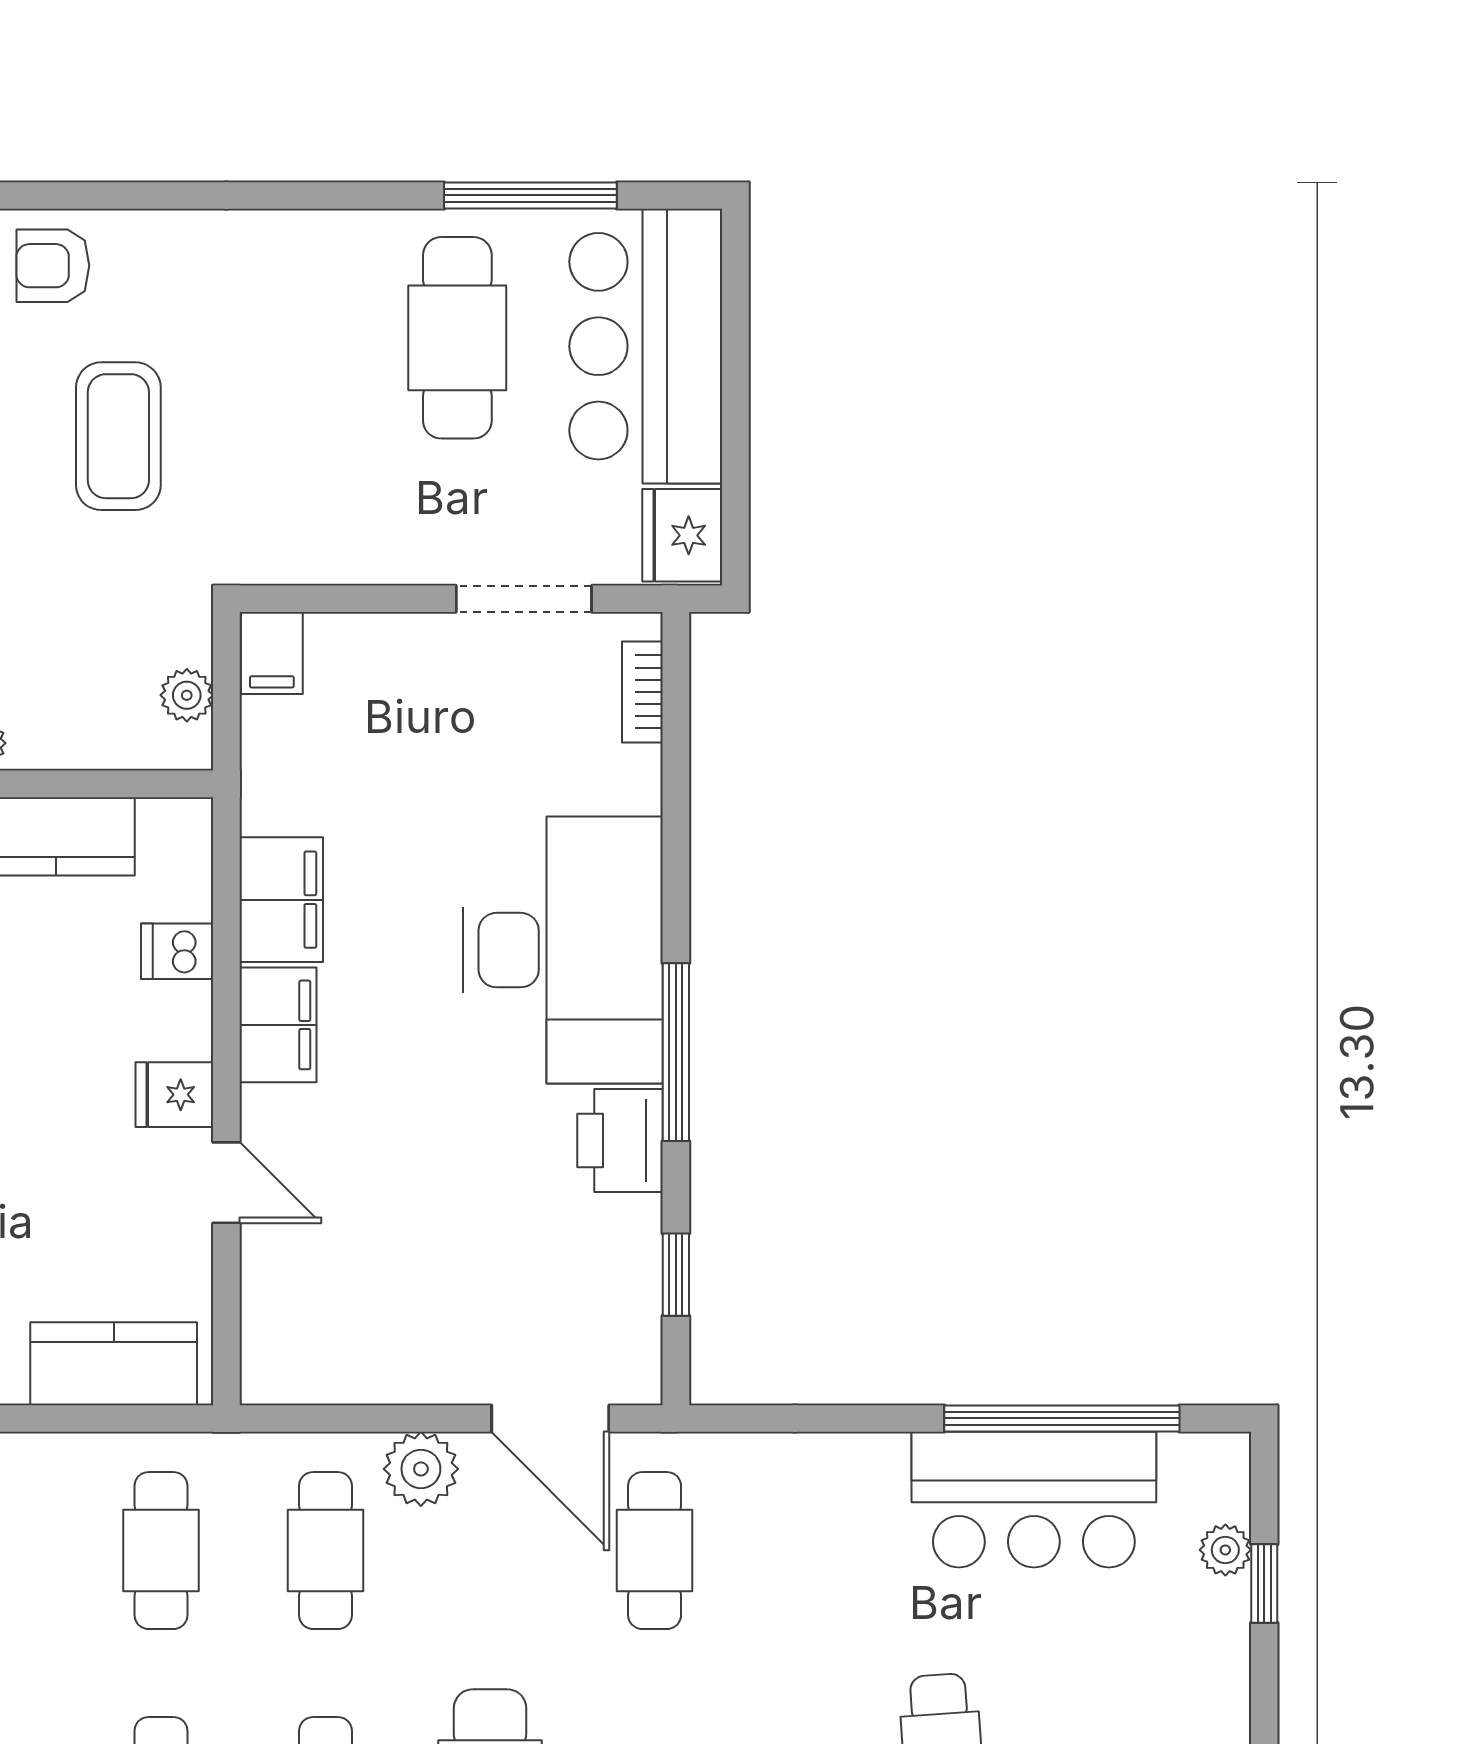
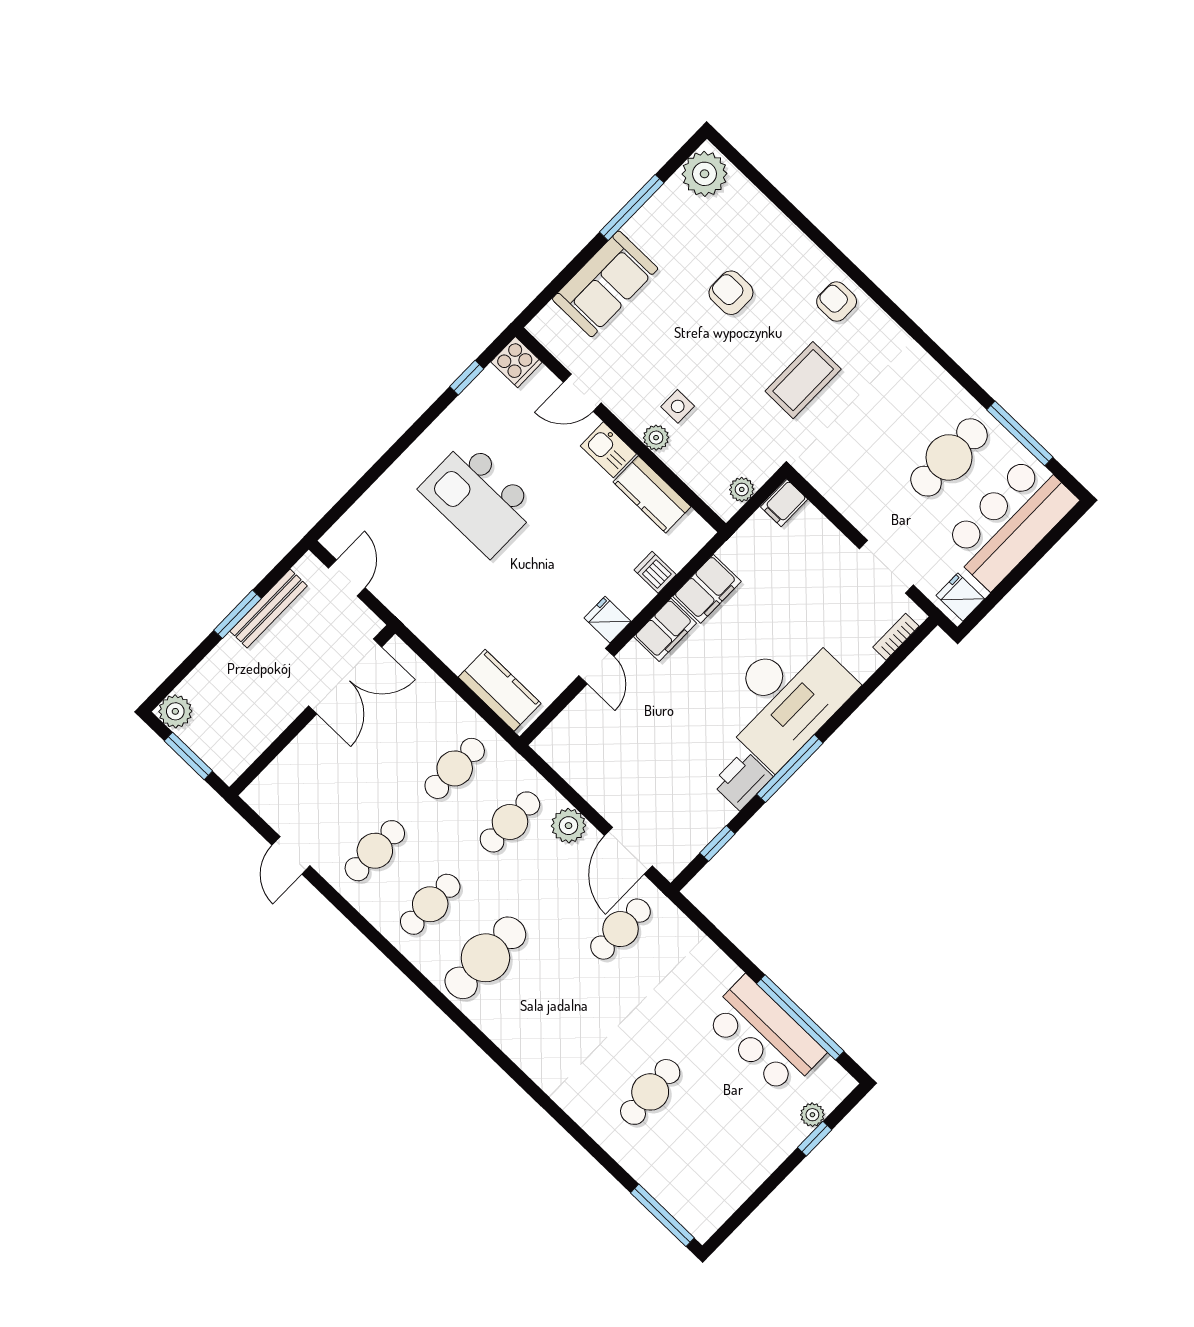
fridge: (682, 535) -> (960, 597), width x0.72

